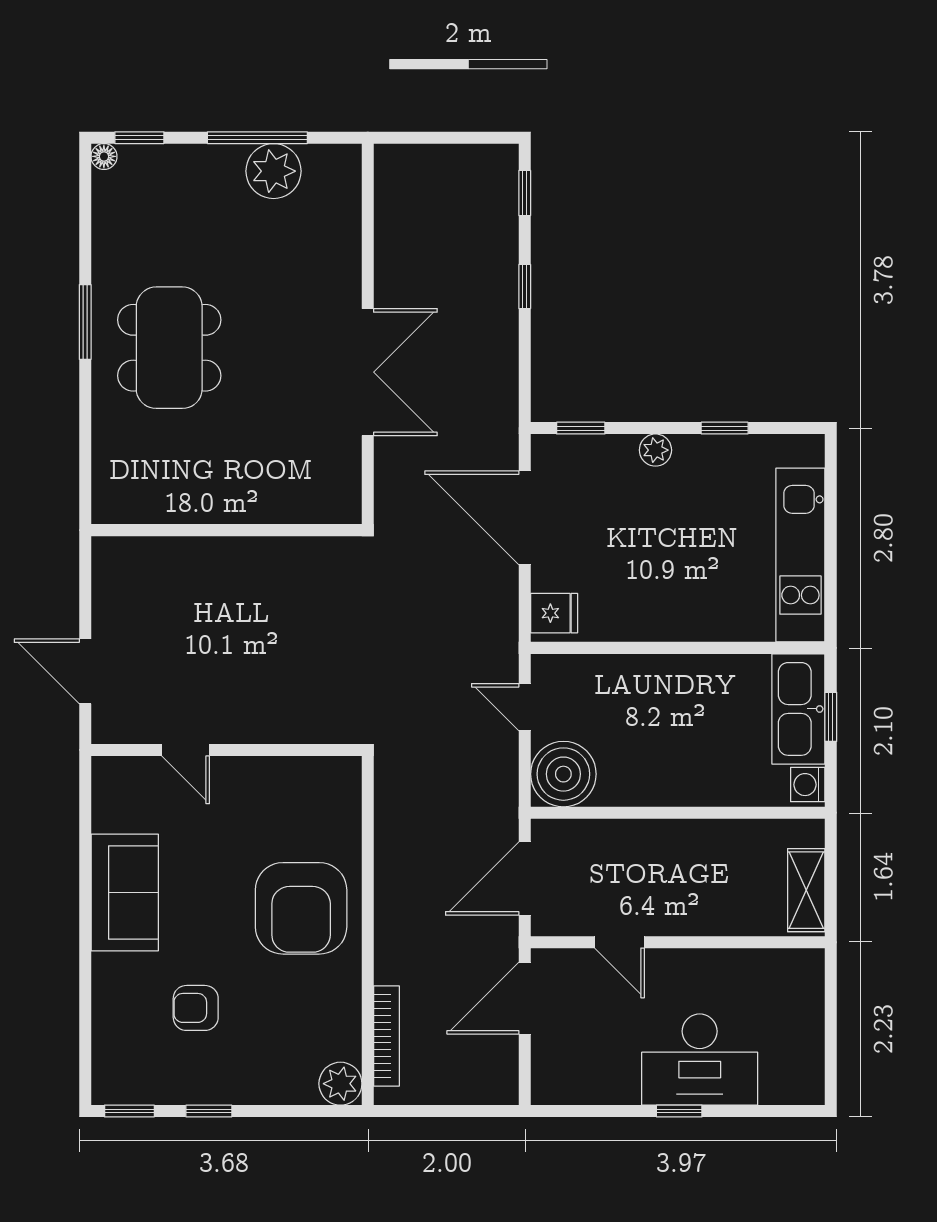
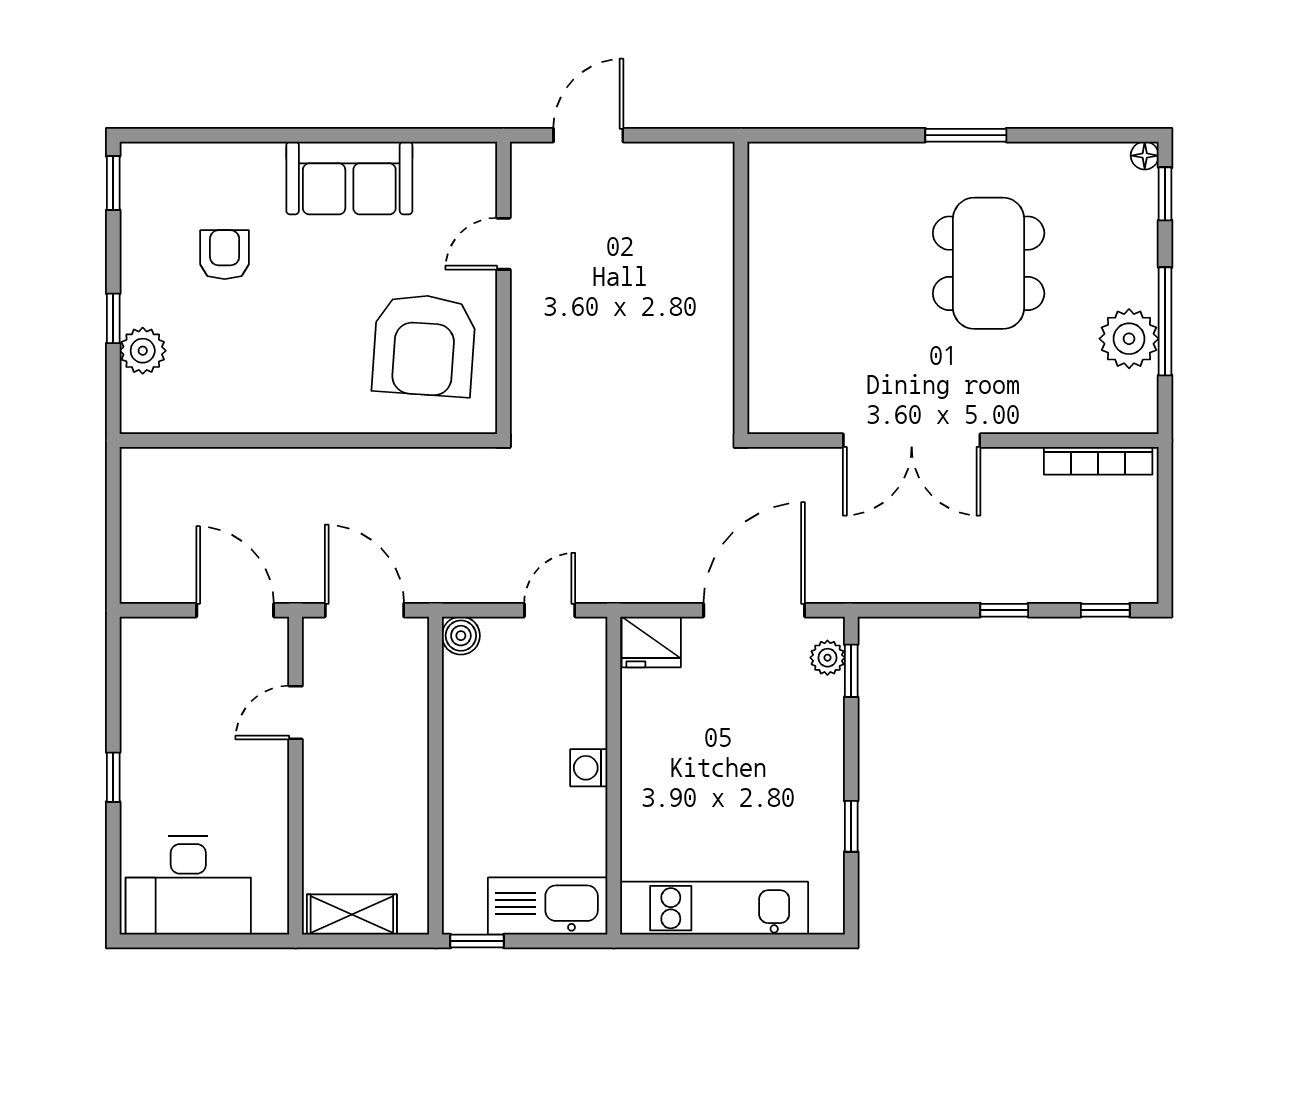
dining table: (169, 348) -> (989, 263), moved, turned 90
plant: (655, 450) -> (827, 658), moved
fridge: (554, 613) -> (651, 642), width x1.38
window: (831, 717) -> (477, 941), moved
boiler: (563, 774) -> (461, 636), width x0.54, depth x0.54
washing machine: (808, 785) -> (589, 768), moved, turned -90
armchair: (301, 908) -> (424, 345), moved, turned -86
bookcase: (386, 1036) -> (1098, 461), moved
desk: (700, 1060) -> (188, 885), moved, turned -90
plant: (340, 1084) -> (143, 351), moved
window: (209, 1111) -> (113, 318), moved

